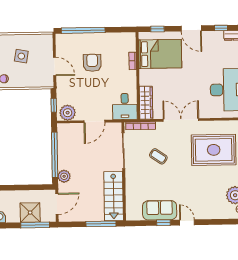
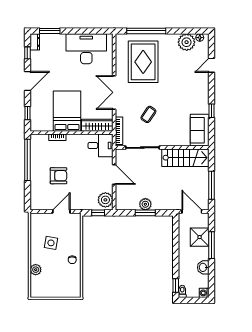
window: (83, 30) -> (27, 160), moved
bed: (160, 54) -> (67, 111), moved
armchair: (92, 63) -> (58, 176), turned 180
window: (55, 155) -> (145, 213), width x0.47
plant: (64, 176) -> (145, 204), moved
sofa: (160, 210) -> (200, 130), moved
door: (187, 222) -> (212, 65), moved
window: (101, 224) -> (212, 185), moved
window: (35, 225) -> (212, 245), moved

